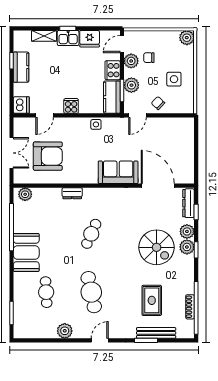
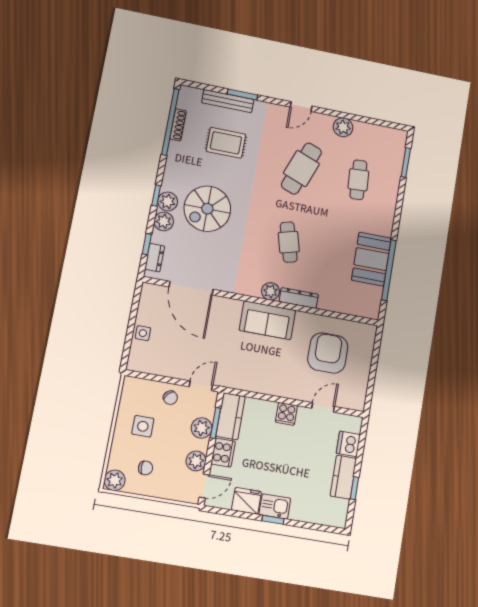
shelving: (44, 36) -> (306, 515), removed
chair: (149, 58) -> (146, 468), moved
dishwasher: (21, 105) -> (348, 444), moved
side table: (96, 124) -> (143, 333), moved
double door: (11, 153) -> (374, 366), removed
armchair: (48, 156) -> (328, 353), turned 90
sofa: (118, 172) -> (267, 320), moved
dresser: (72, 193) -> (299, 298), width x1.44
plant: (25, 194) -> (271, 291), moved
dresser: (188, 203) -> (155, 258), width x0.70
cafe table: (91, 234) -> (289, 242), turned -39
spiral stairs: (157, 247) -> (207, 209), turned -90
booth: (26, 252) -> (371, 259), moved
cafe table: (91, 292) -> (301, 168), turned 33
rug: (152, 300) -> (226, 143), turned 90

